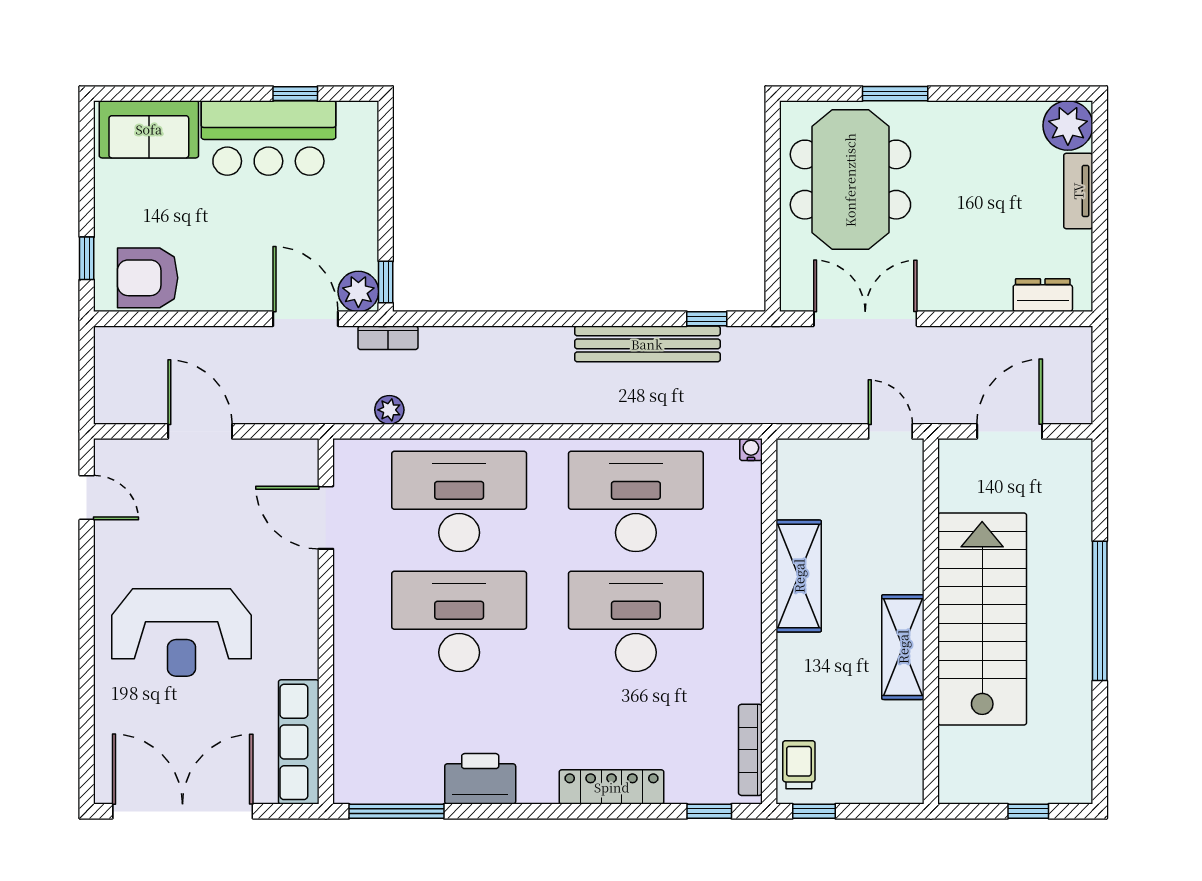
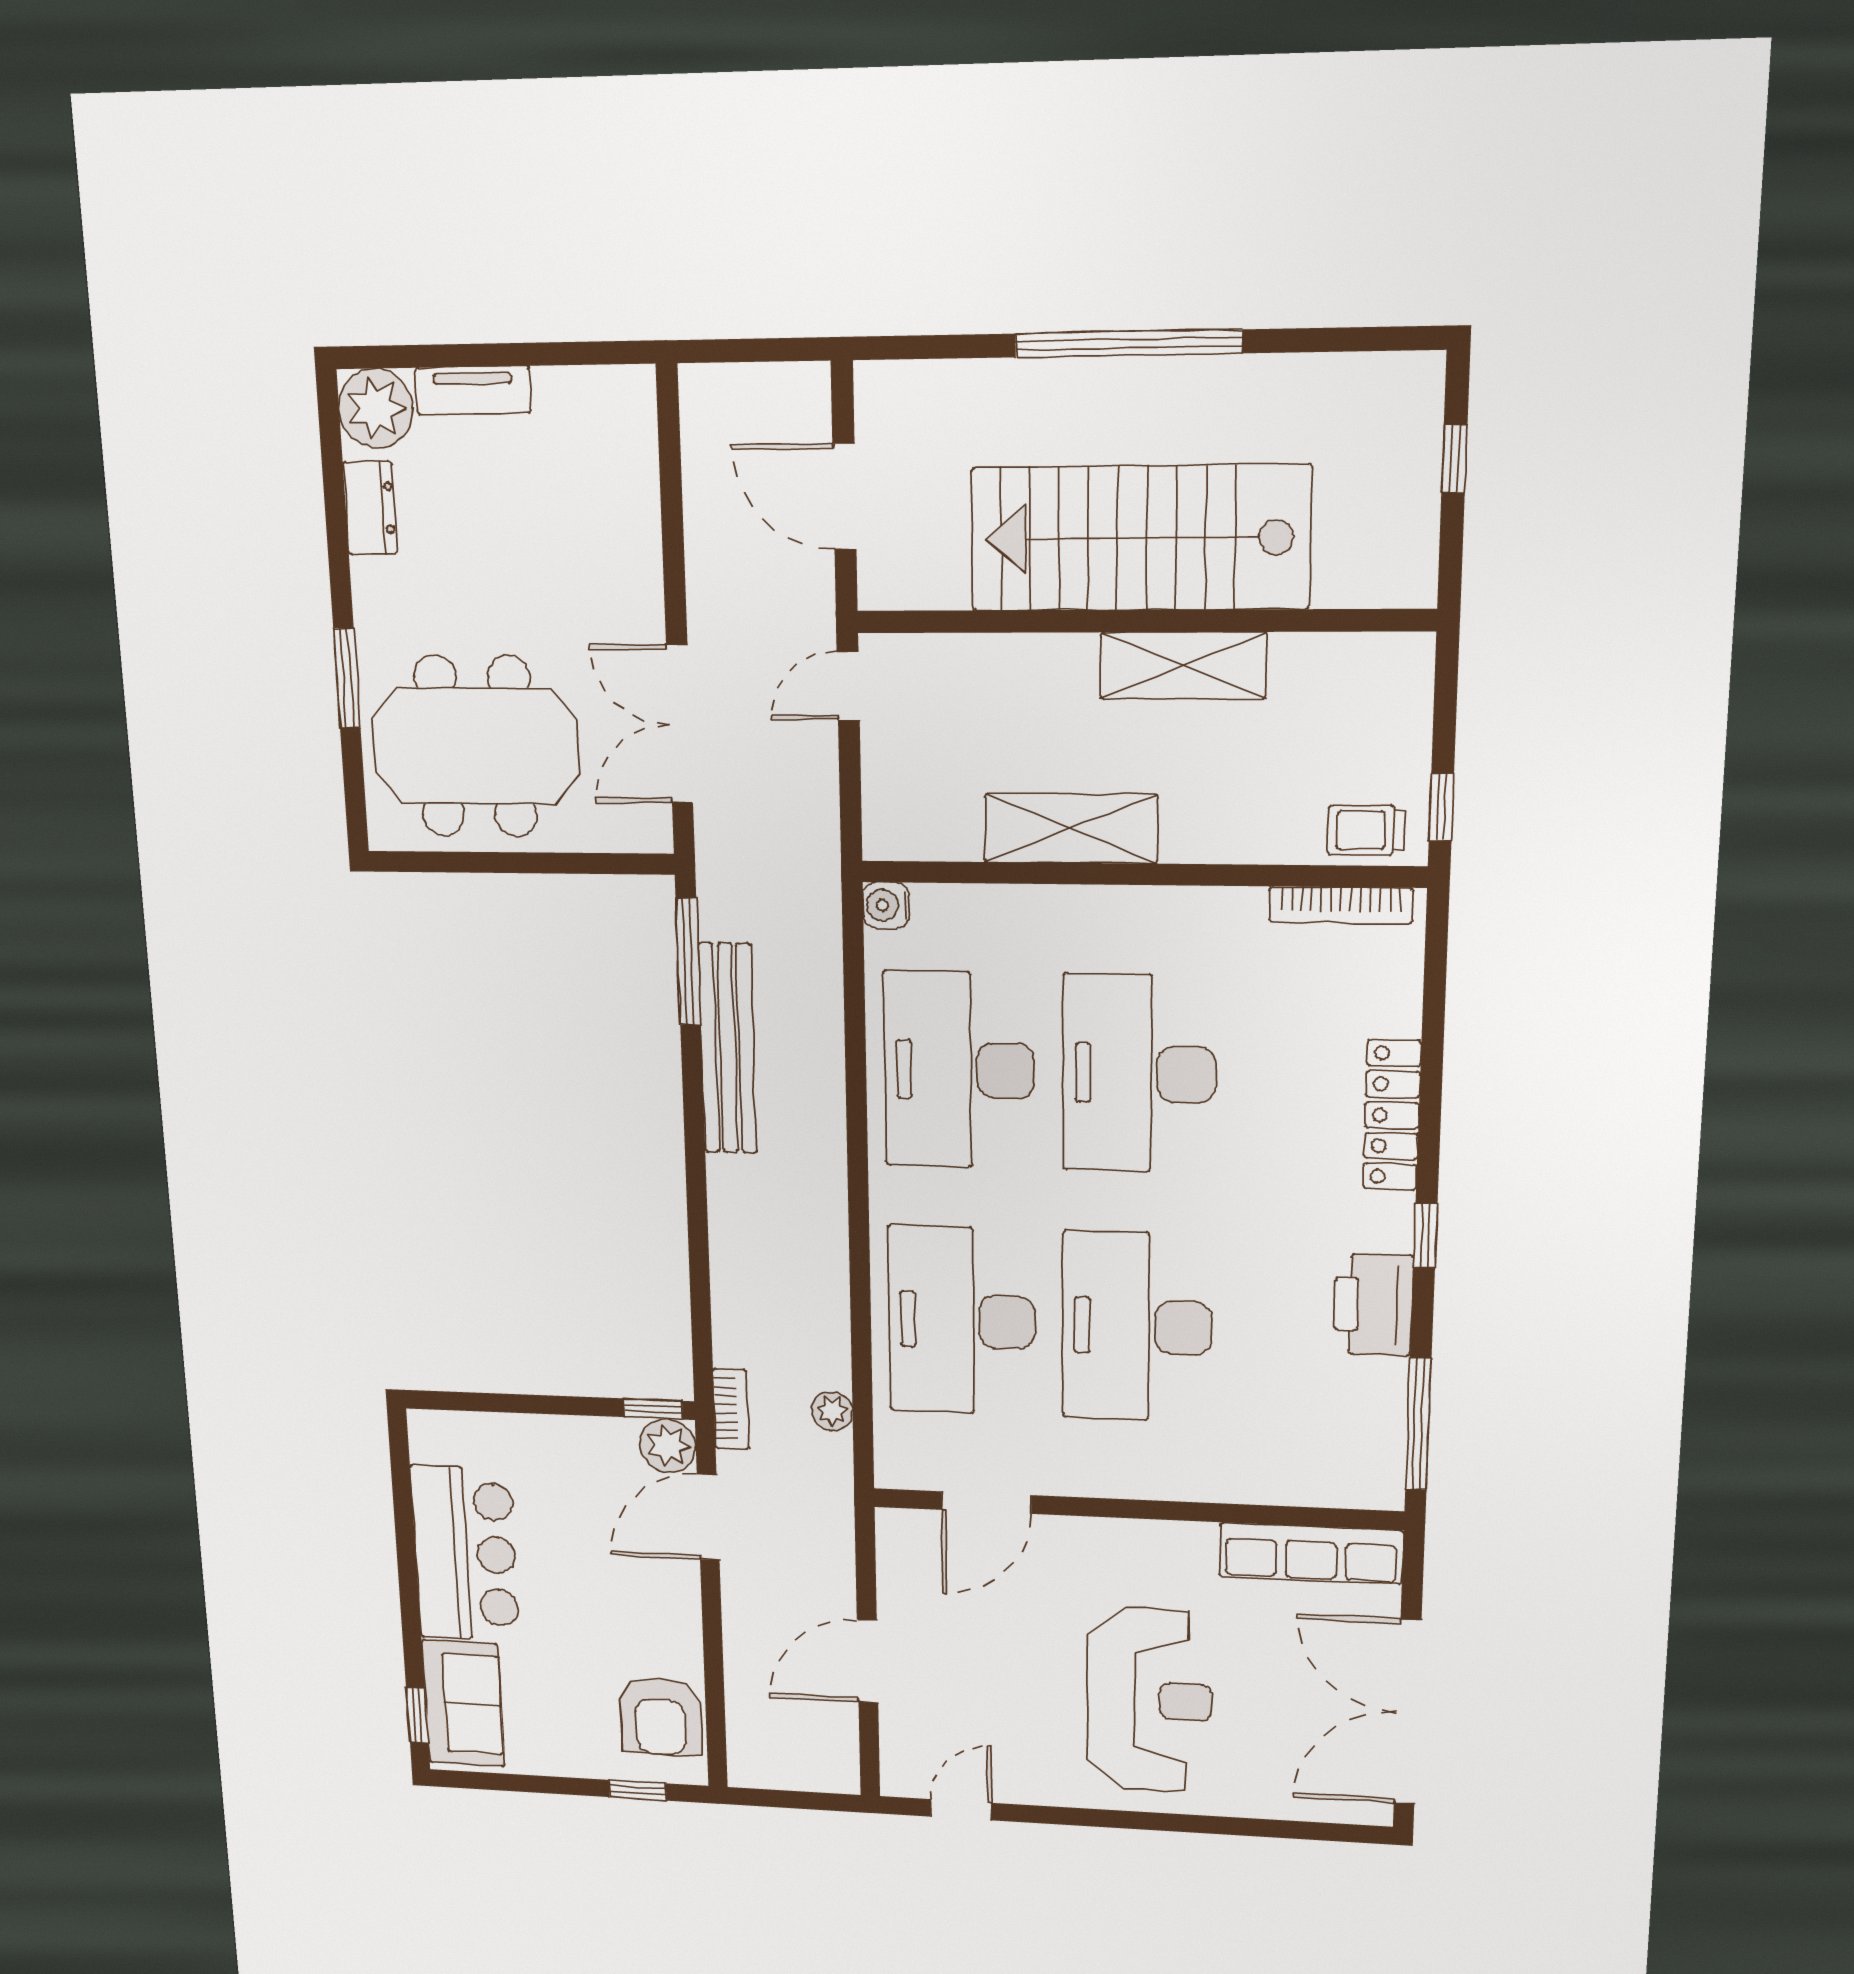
window: (295, 94) -> (417, 1715), moved
dresser: (1043, 295) -> (370, 508), moved, turned 180
window: (707, 319) -> (688, 962), width x2.17
water cooler: (751, 450) -> (886, 905), width x1.38, depth x1.38
window: (709, 811) -> (1425, 1236), moved

